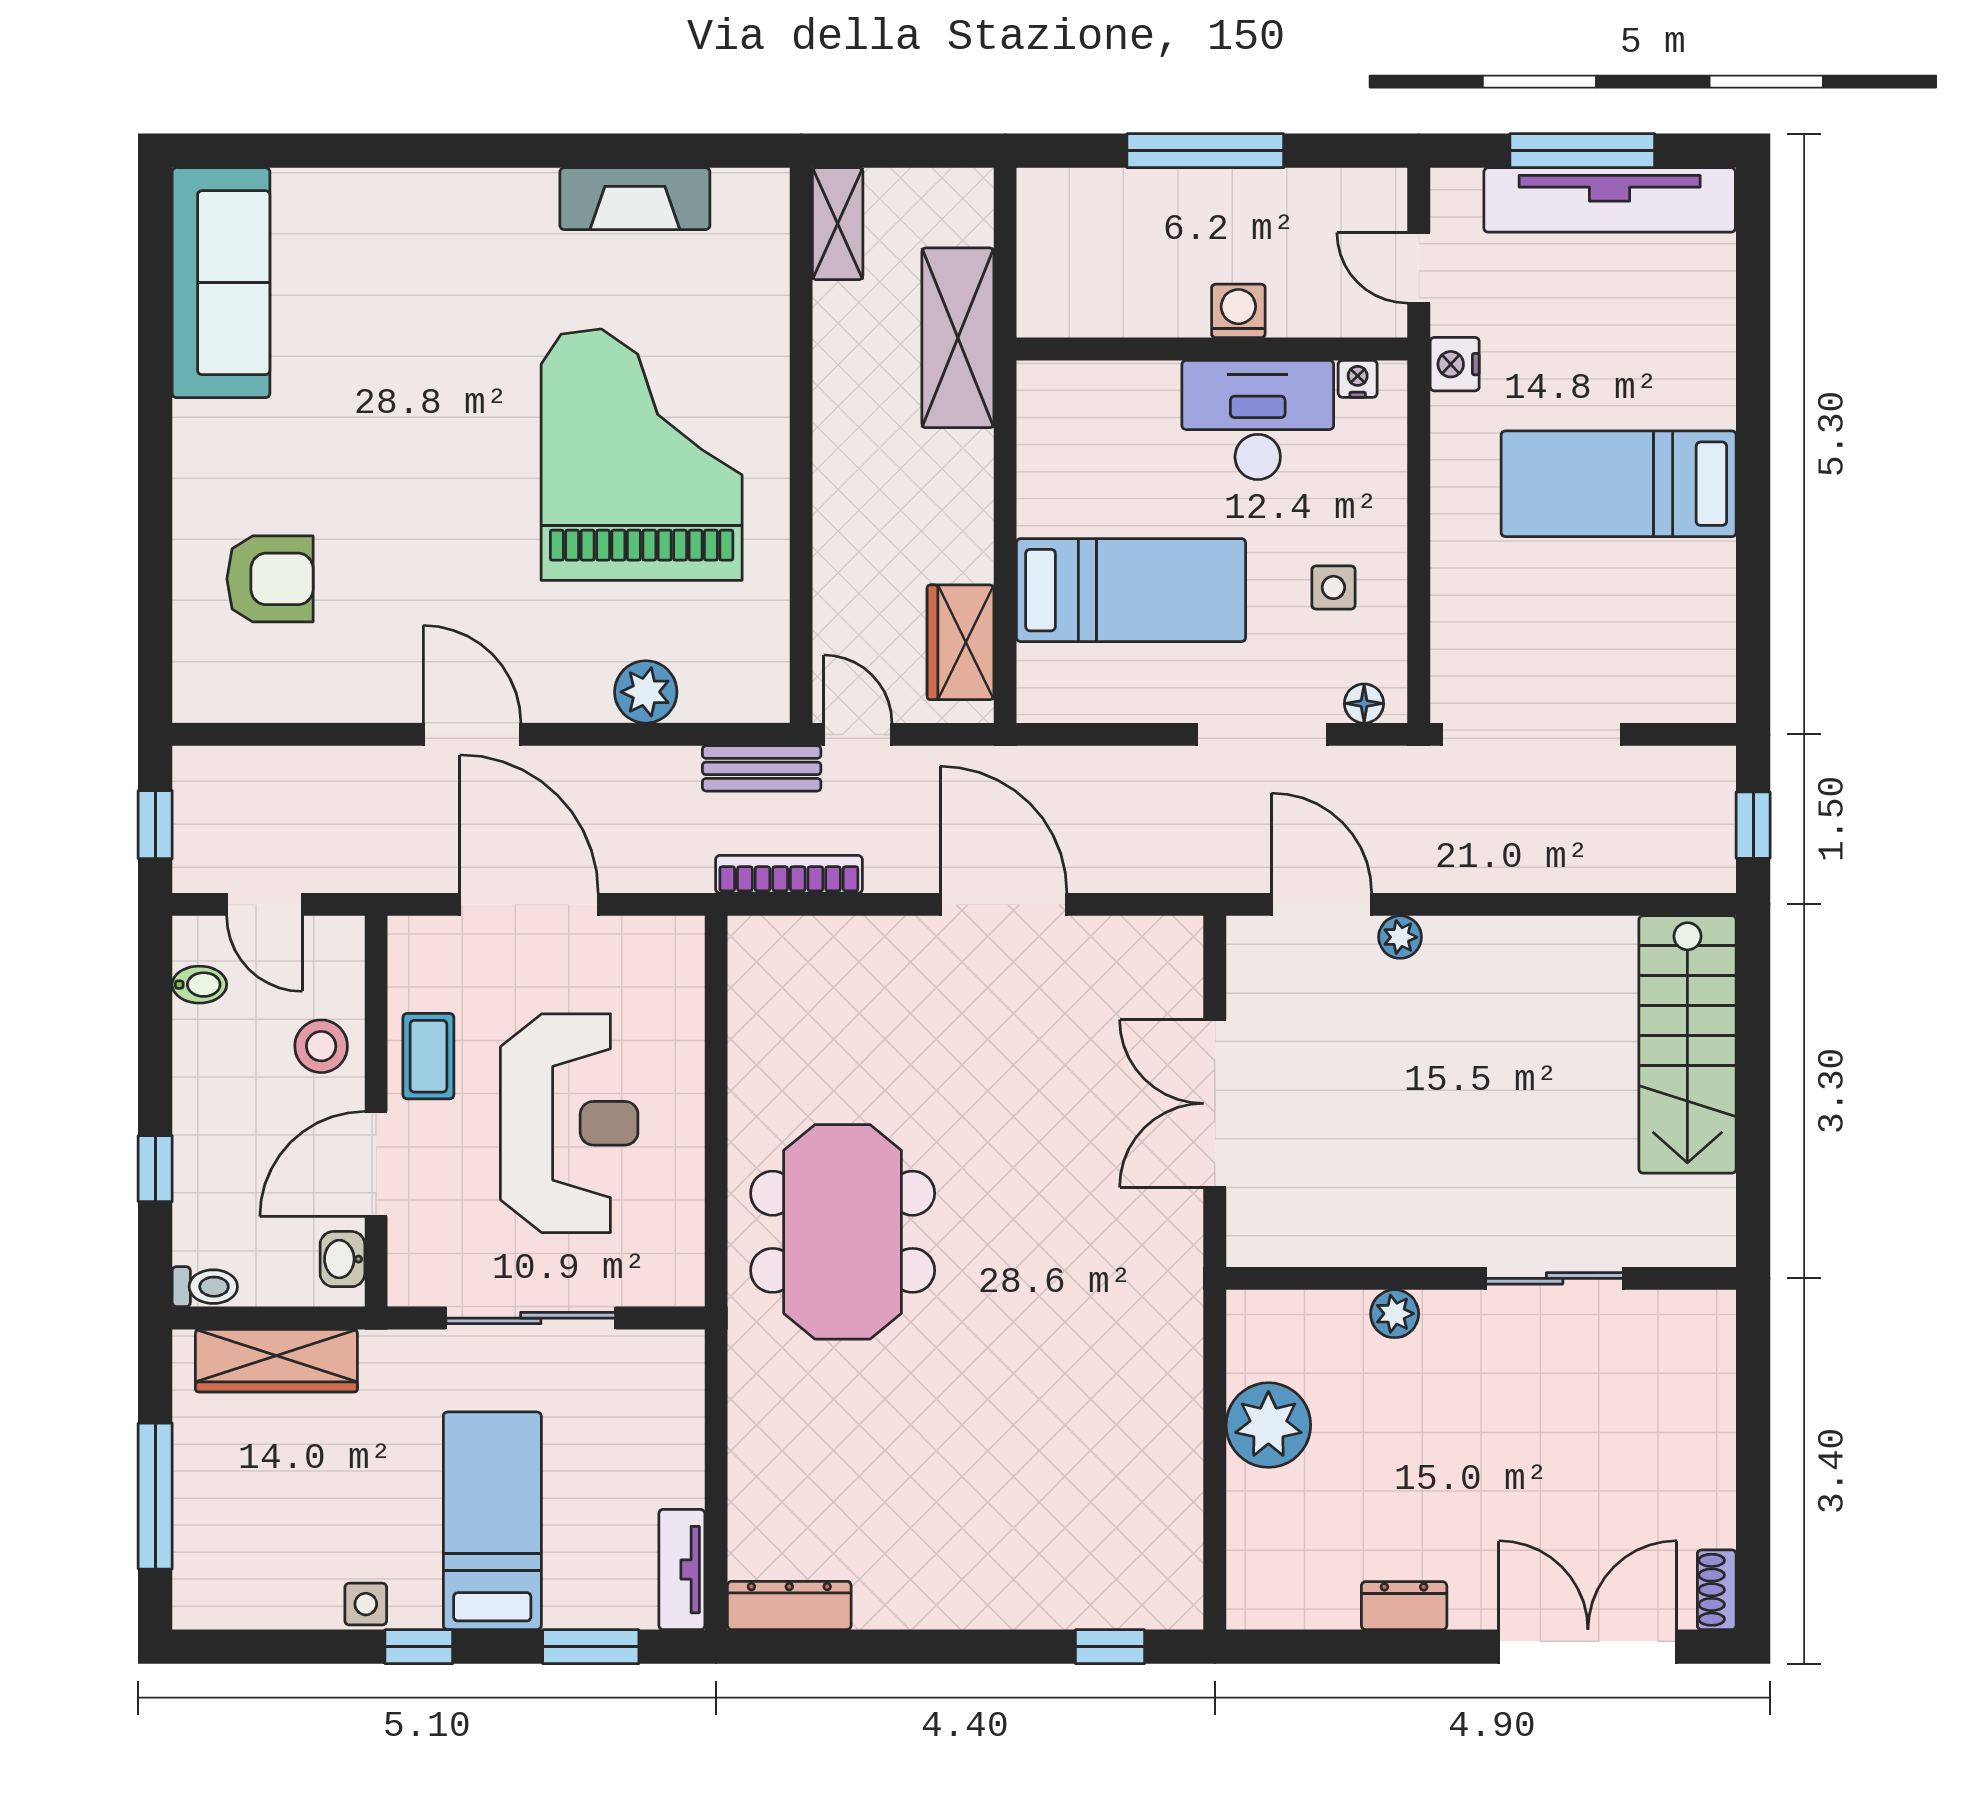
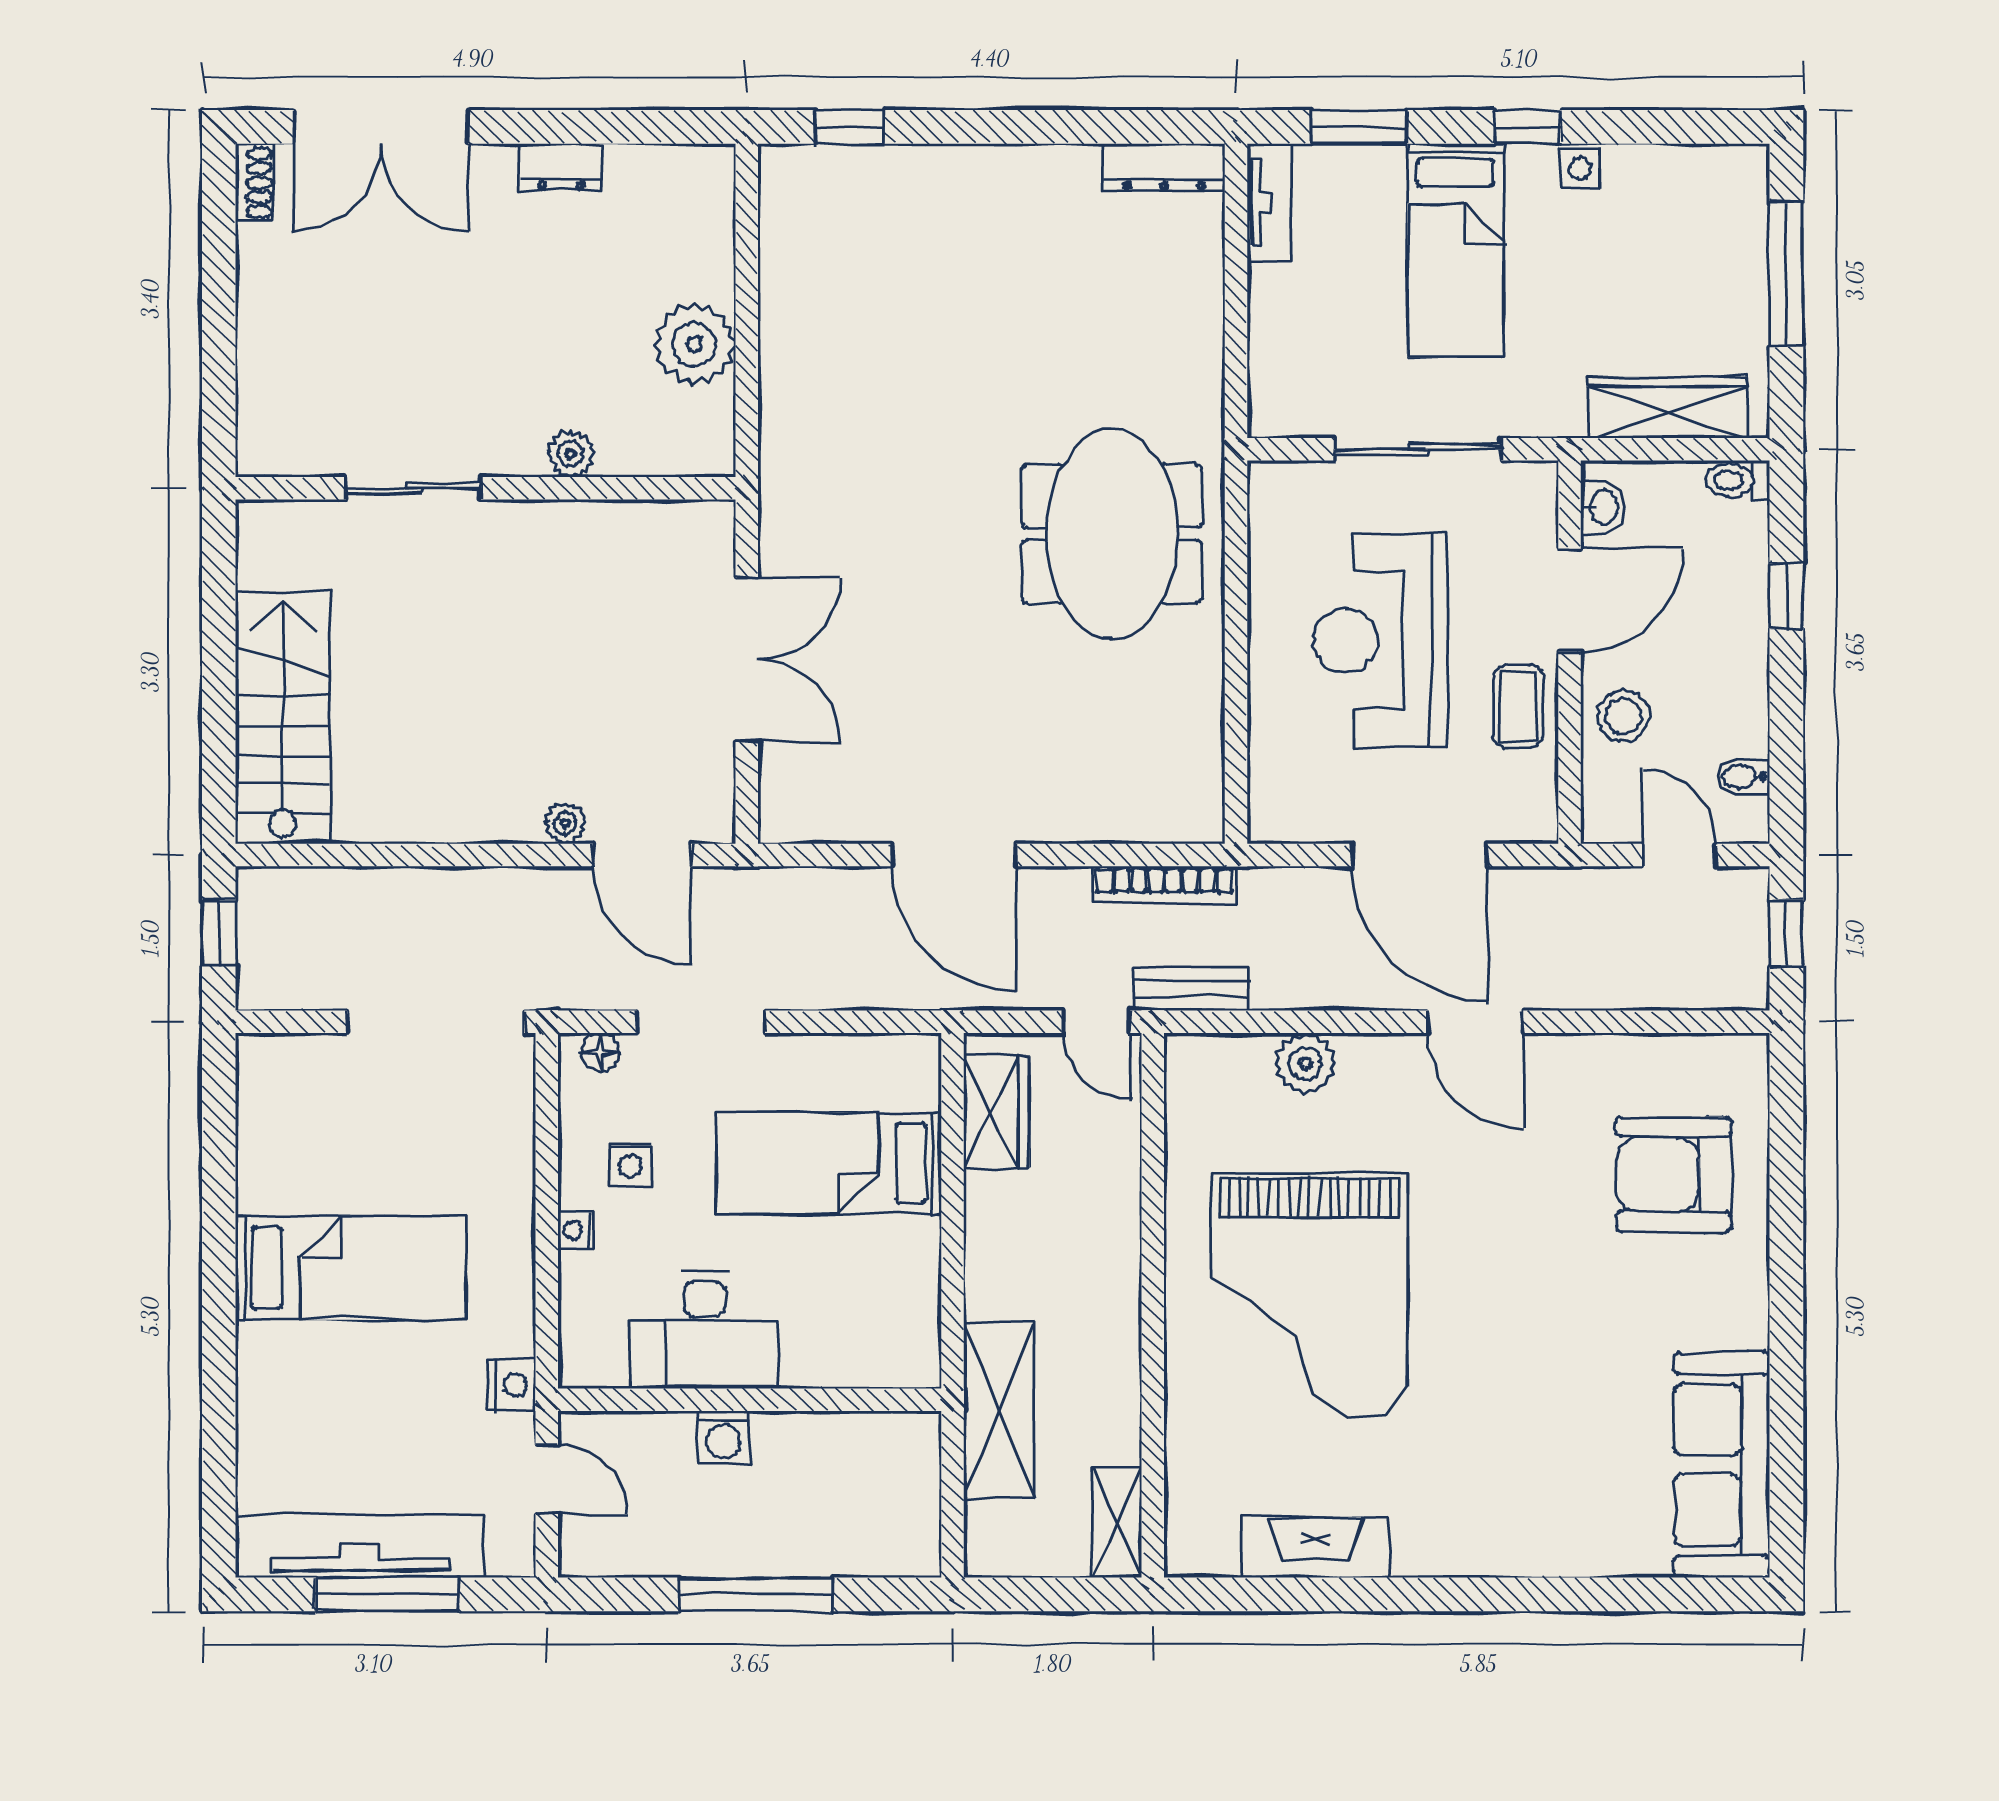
nightstand: (1358, 379) -> (576, 1230), moved, turned 90
armchair: (270, 579) -> (1674, 1174), width x1.36, depth x1.36

